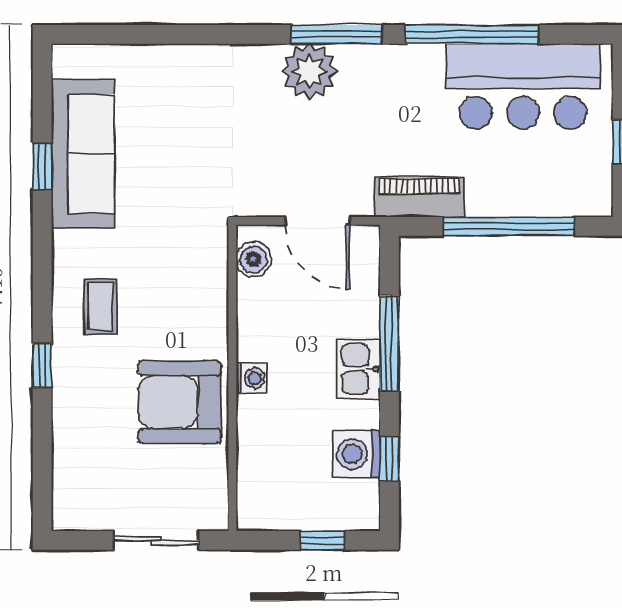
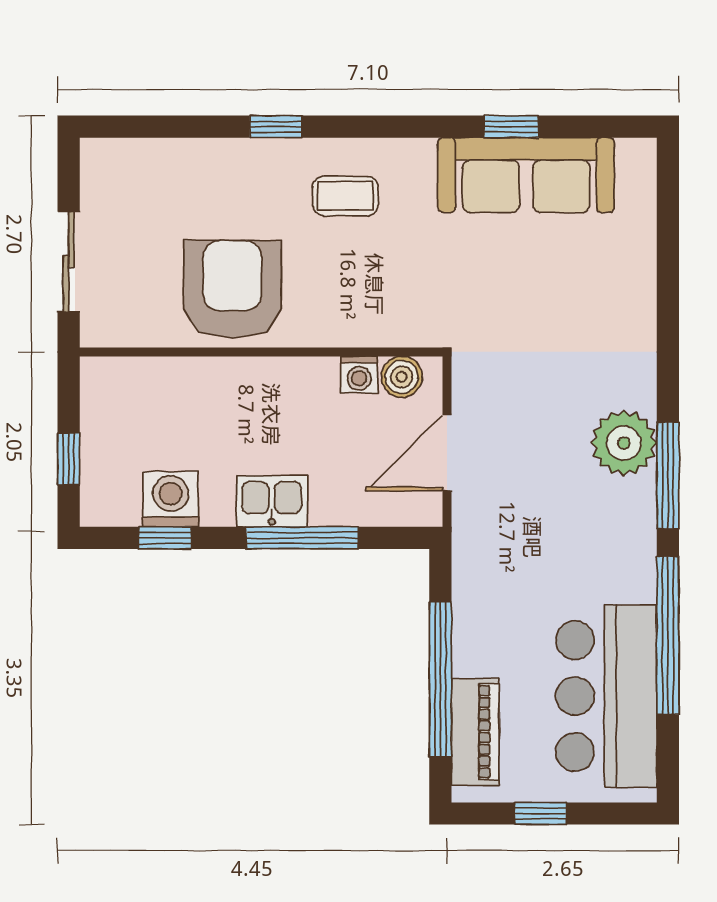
piano: (419, 197) -> (475, 732), moved
washing machine: (252, 378) -> (359, 375), moved

